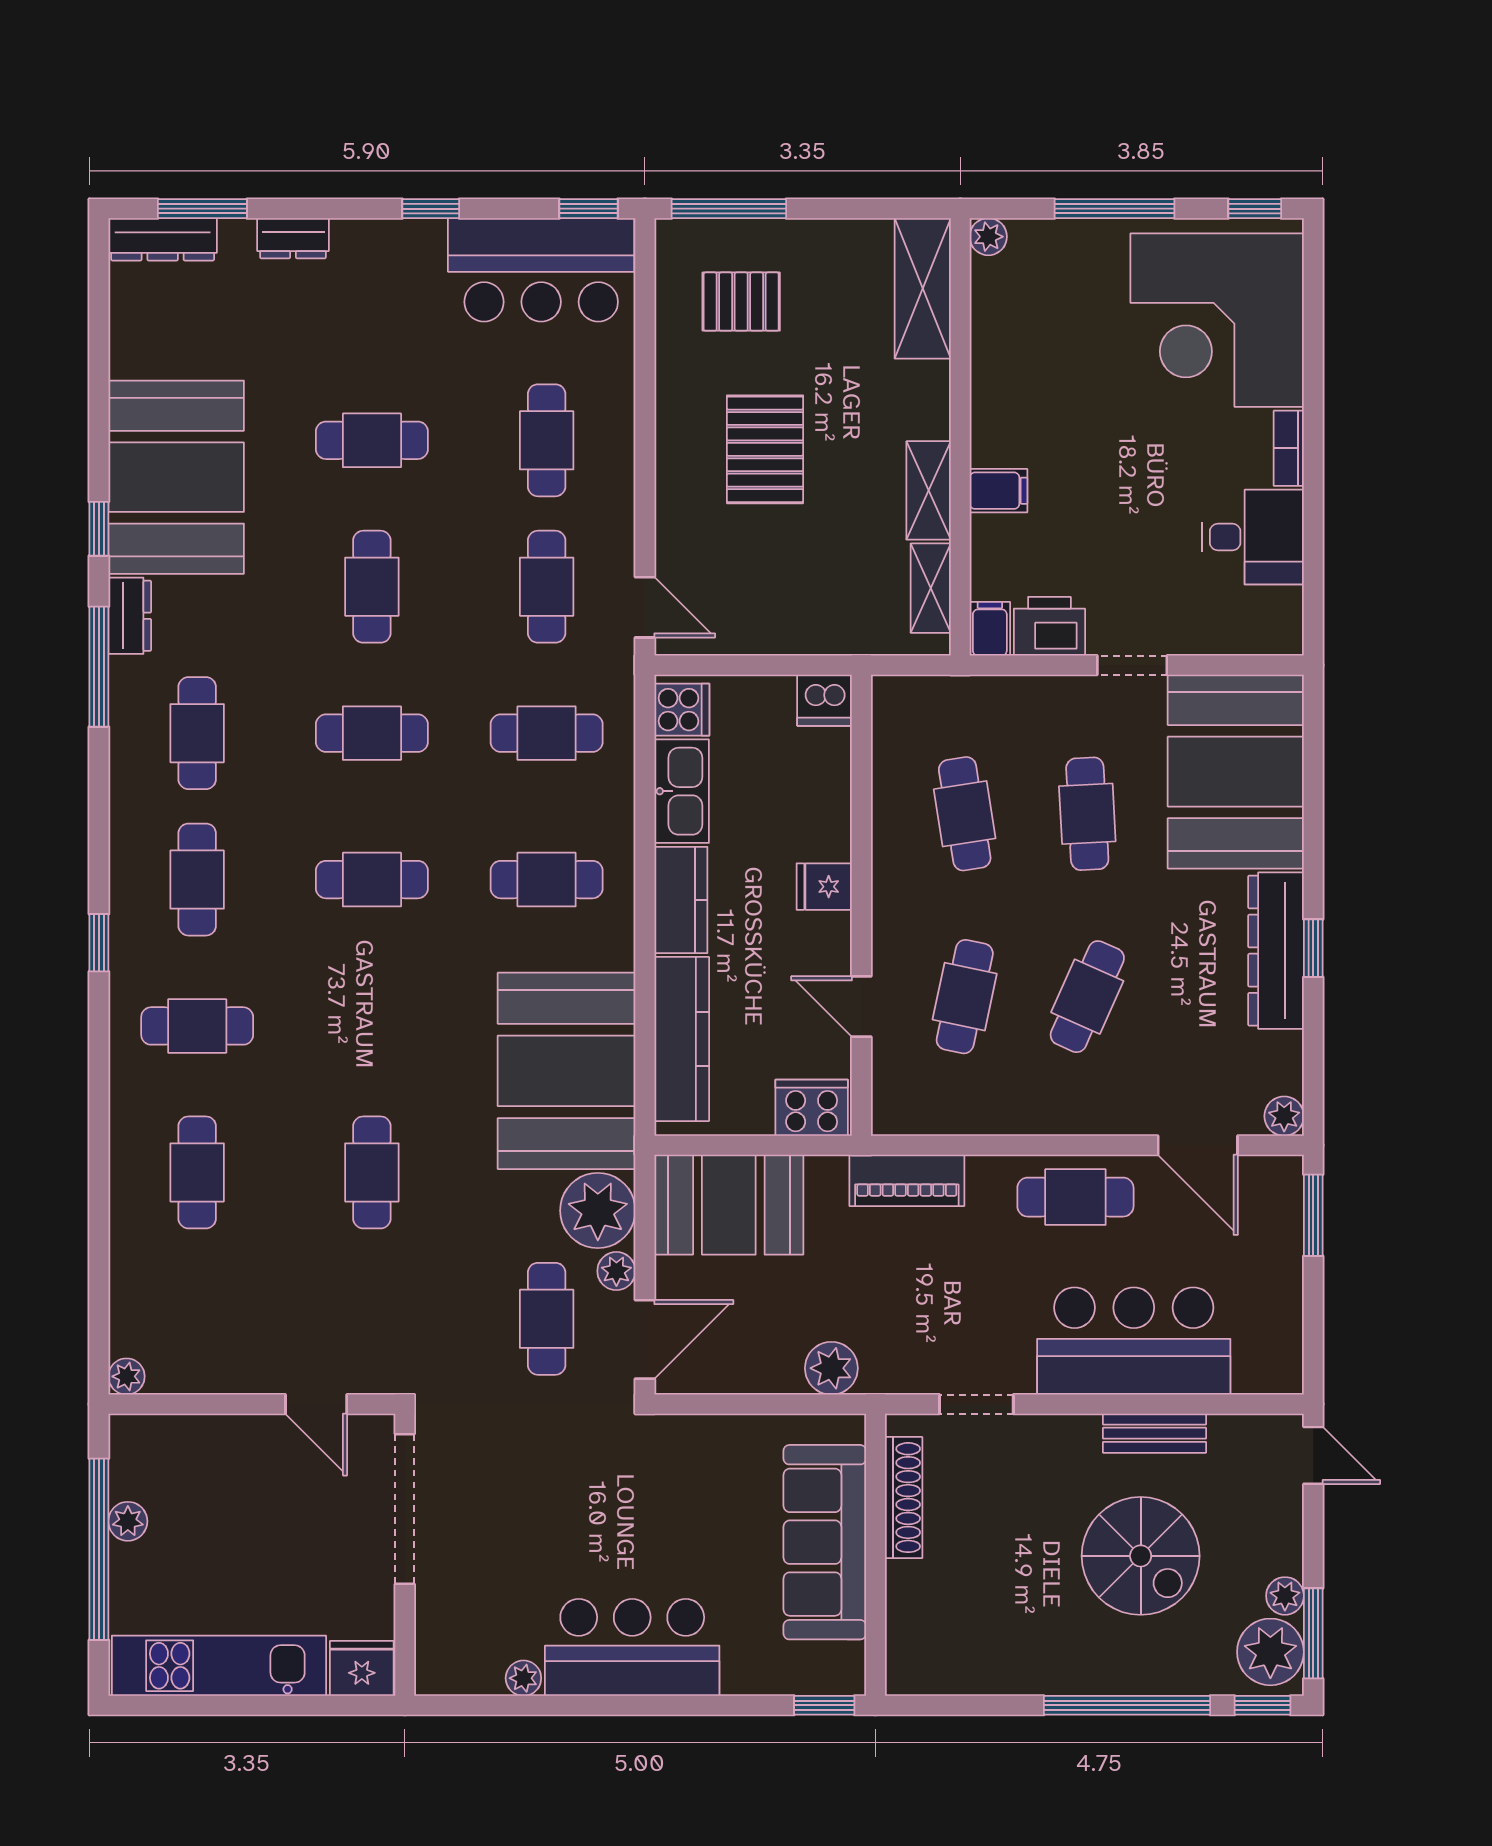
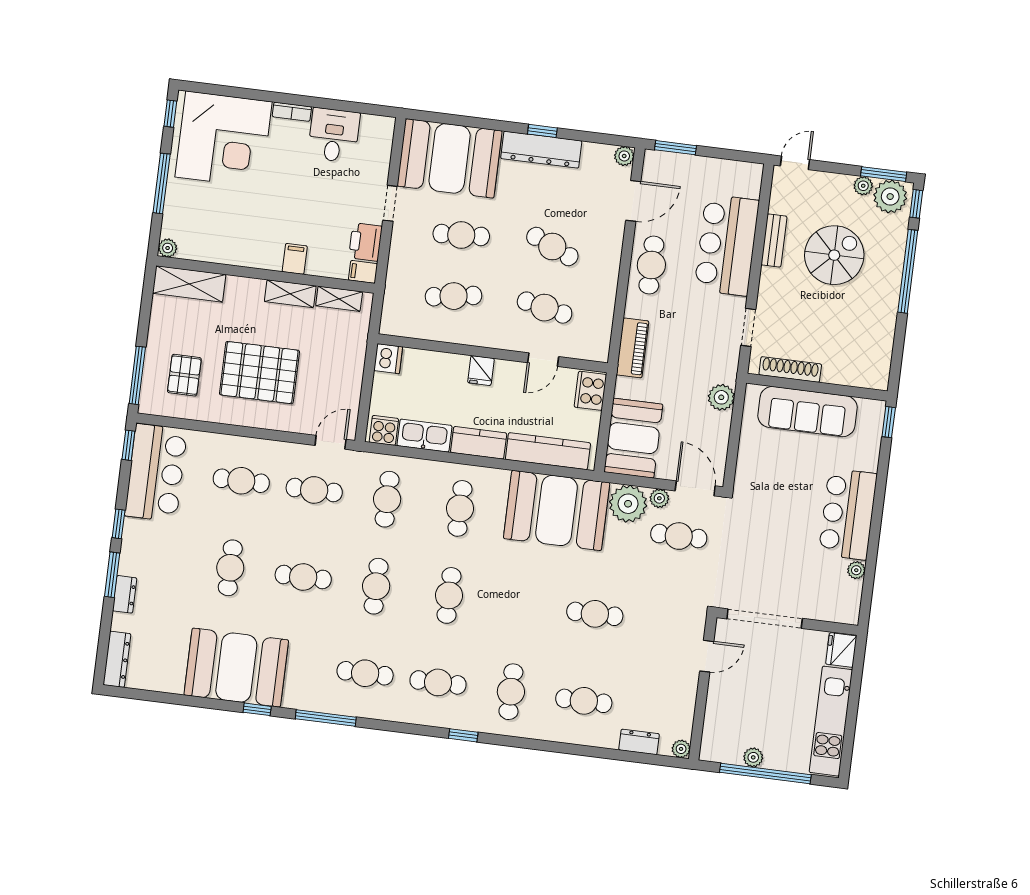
window: (202, 209) -> (112, 575), moved
pallet: (765, 449) -> (259, 373), width x1.37, depth x1.41
dresser: (130, 616) -> (639, 742), moved

